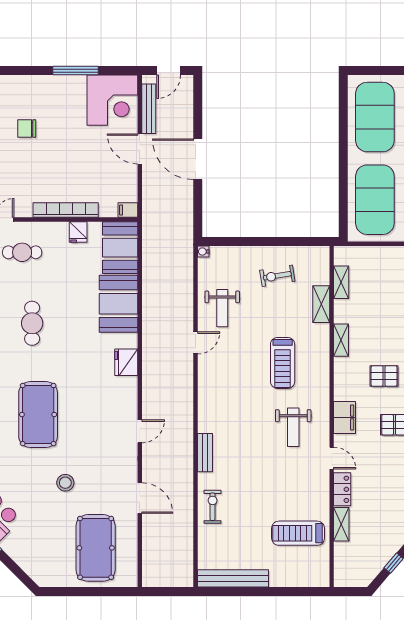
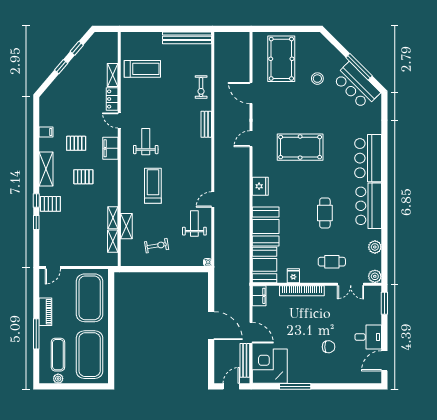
filing cabinet: (128, 210) -> (259, 296), width x2.00
shelving: (341, 340) -> (113, 218), moved
pool table: (38, 415) -> (300, 147), moved, turned 90
stool: (65, 483) -> (317, 79), moved

